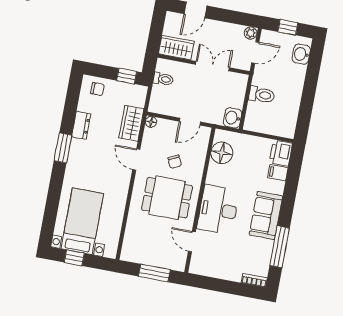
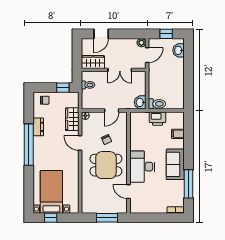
double door: (212, 66) -> (120, 70), swing flipped
toilet: (262, 95) -> (157, 104), moved
window: (63, 148) -> (29, 145), width x2.11
floor lamp: (222, 153) -> (137, 128), removed
printer: (281, 153) -> (158, 119), moved, turned -90

